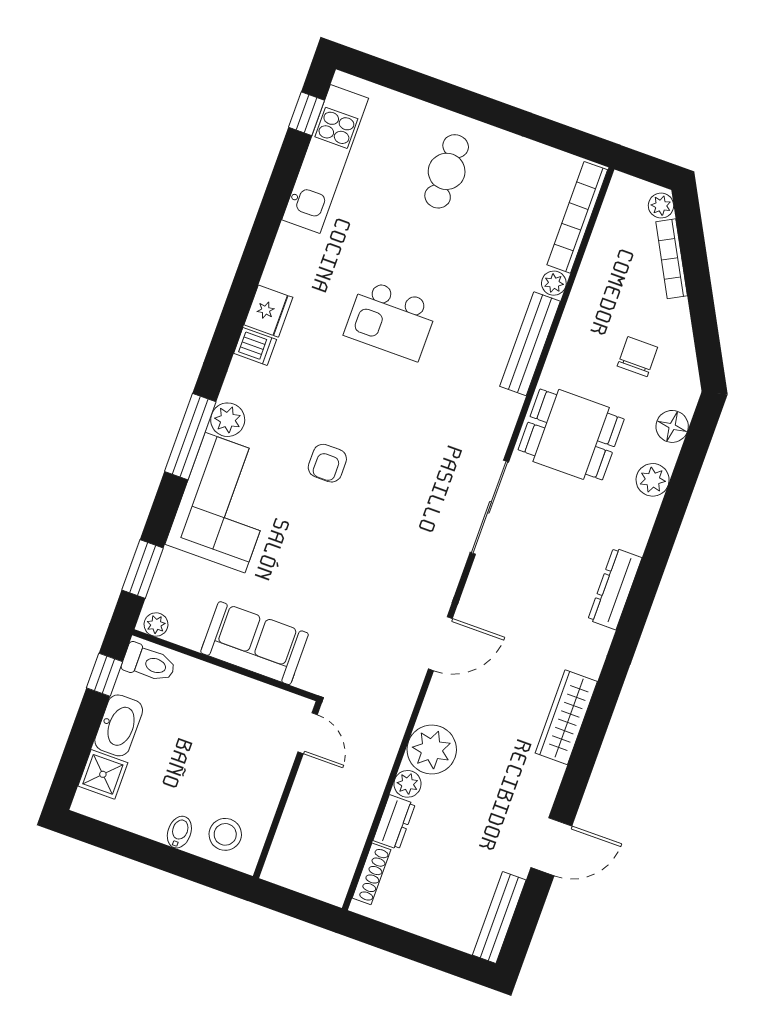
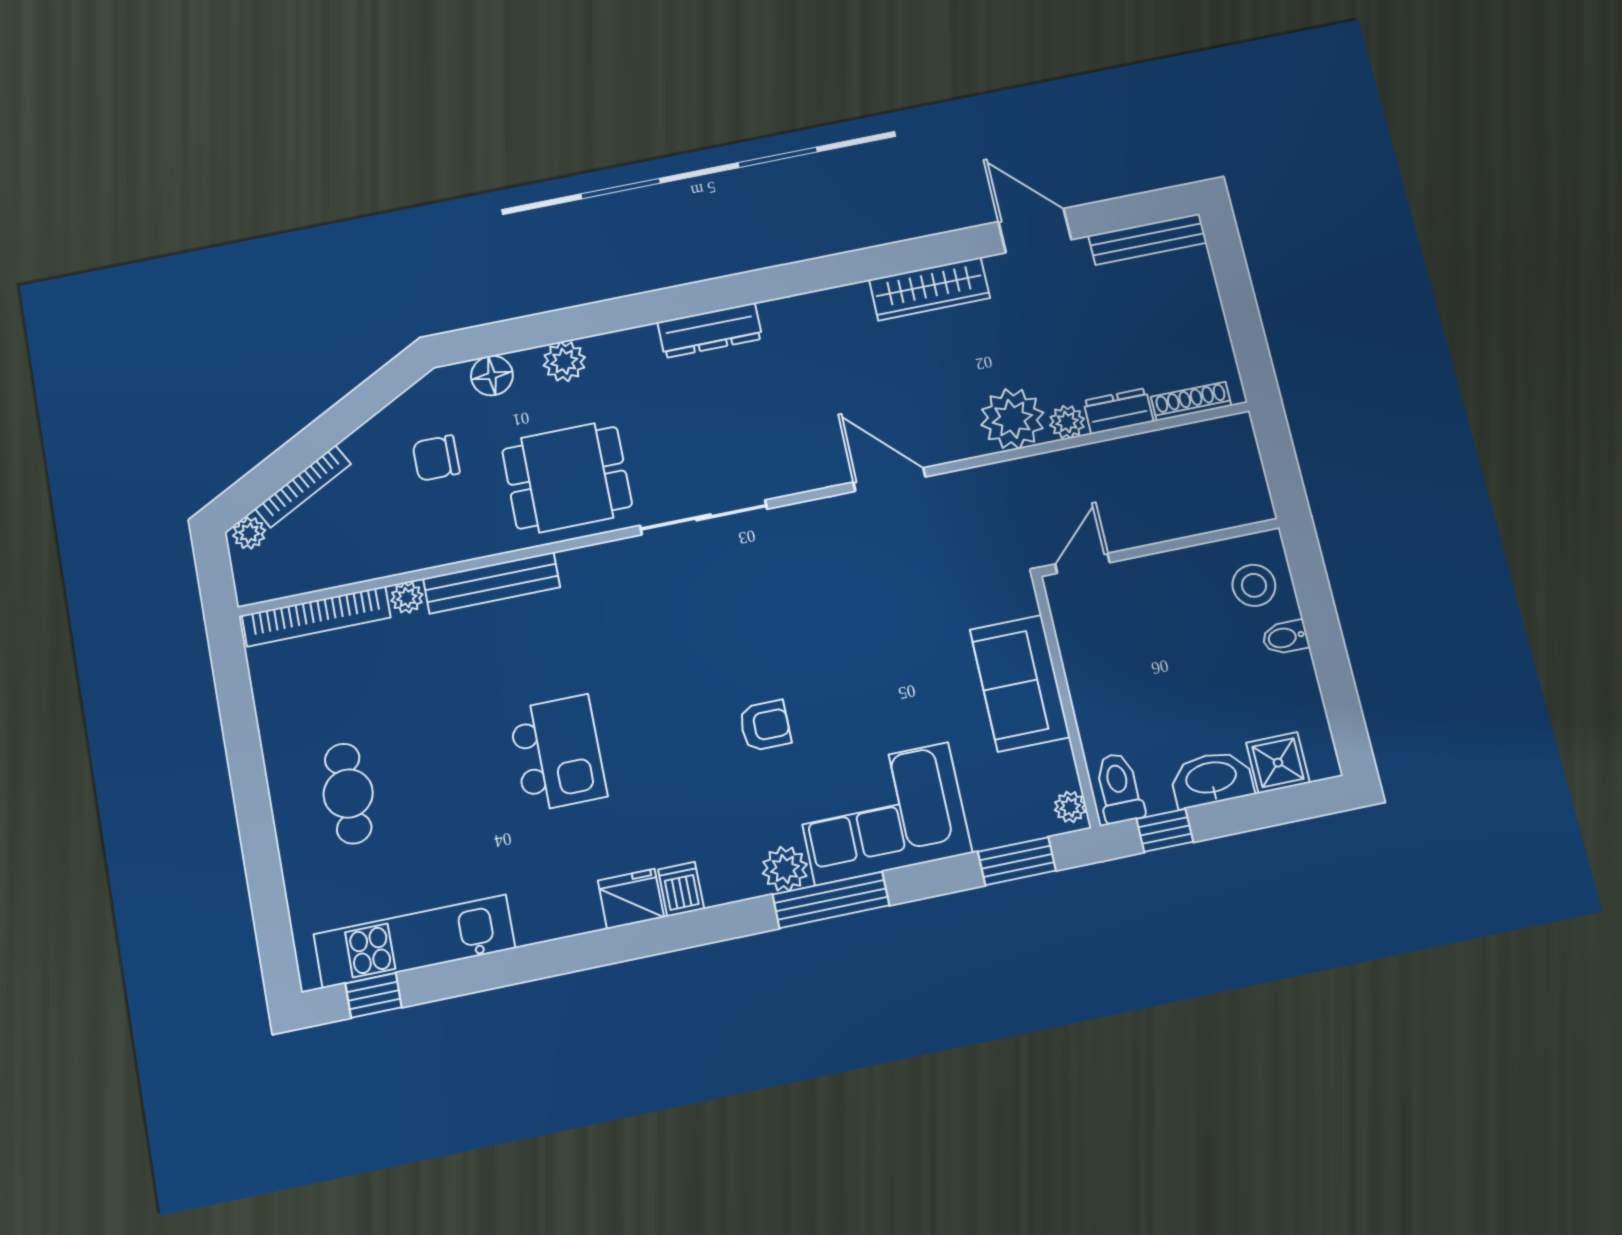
cafe table: (447, 171) -> (348, 794), turned 90
dining table: (571, 434) -> (567, 478), turned 90
wardrobe: (566, 717) -> (930, 289), moved

